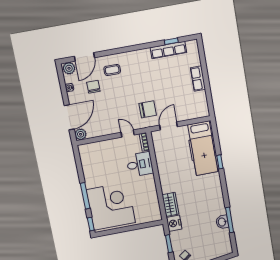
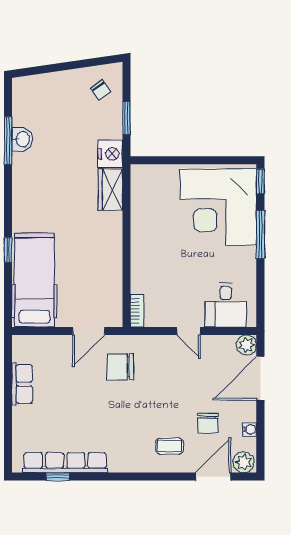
row of seats: (168, 50) -> (65, 463), width x1.36
row of seats: (198, 79) -> (22, 384), moved
door: (128, 134) -> (189, 331), moved
desk: (140, 164) -> (226, 305), moved, turned -90

